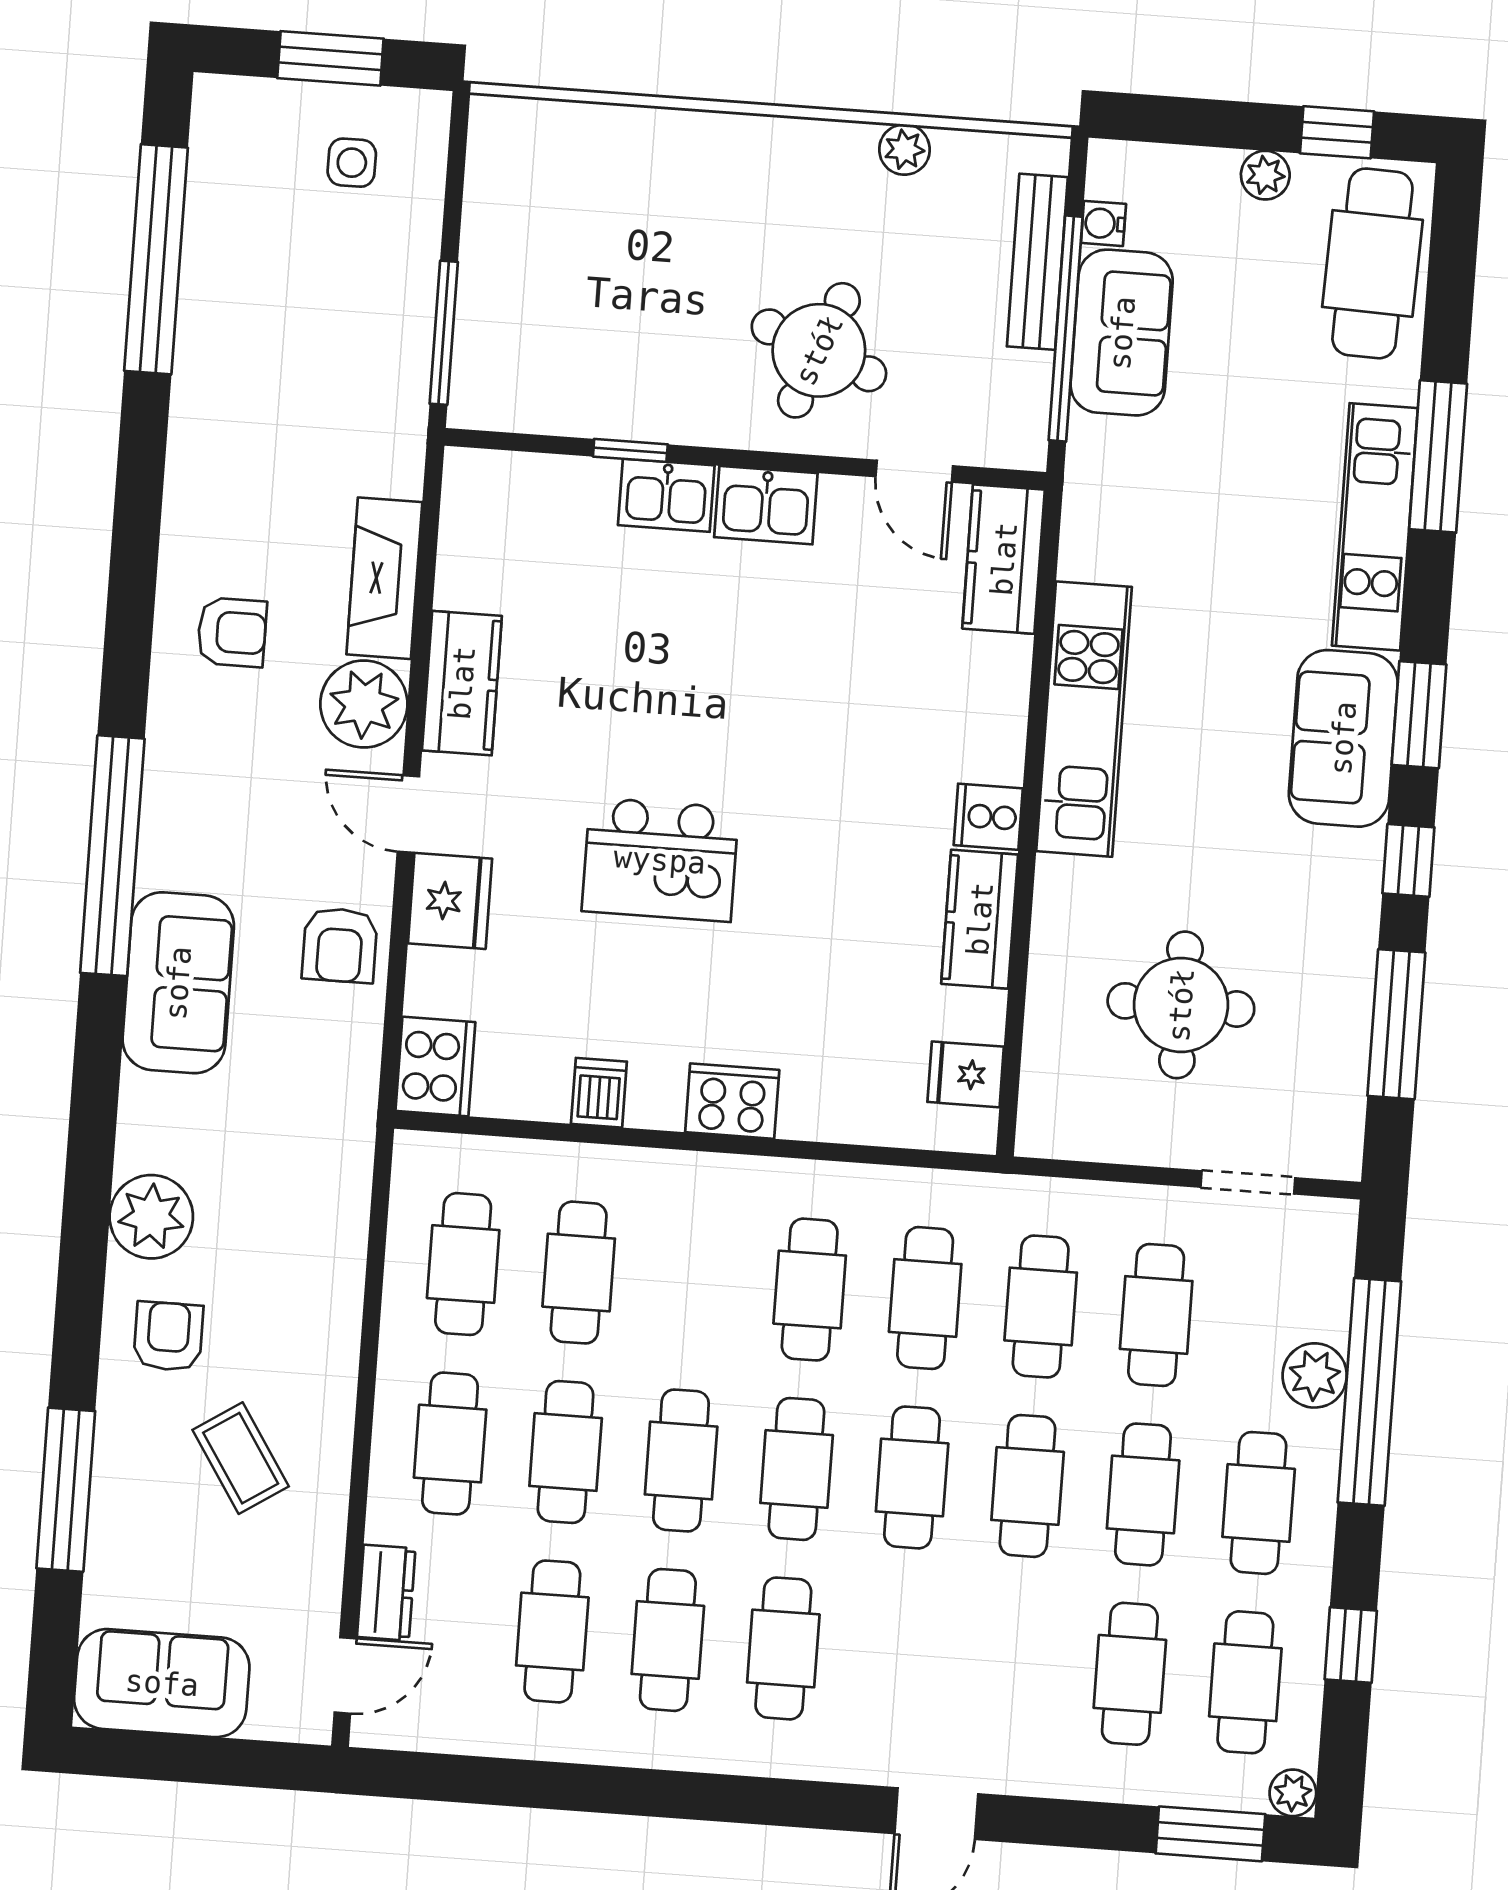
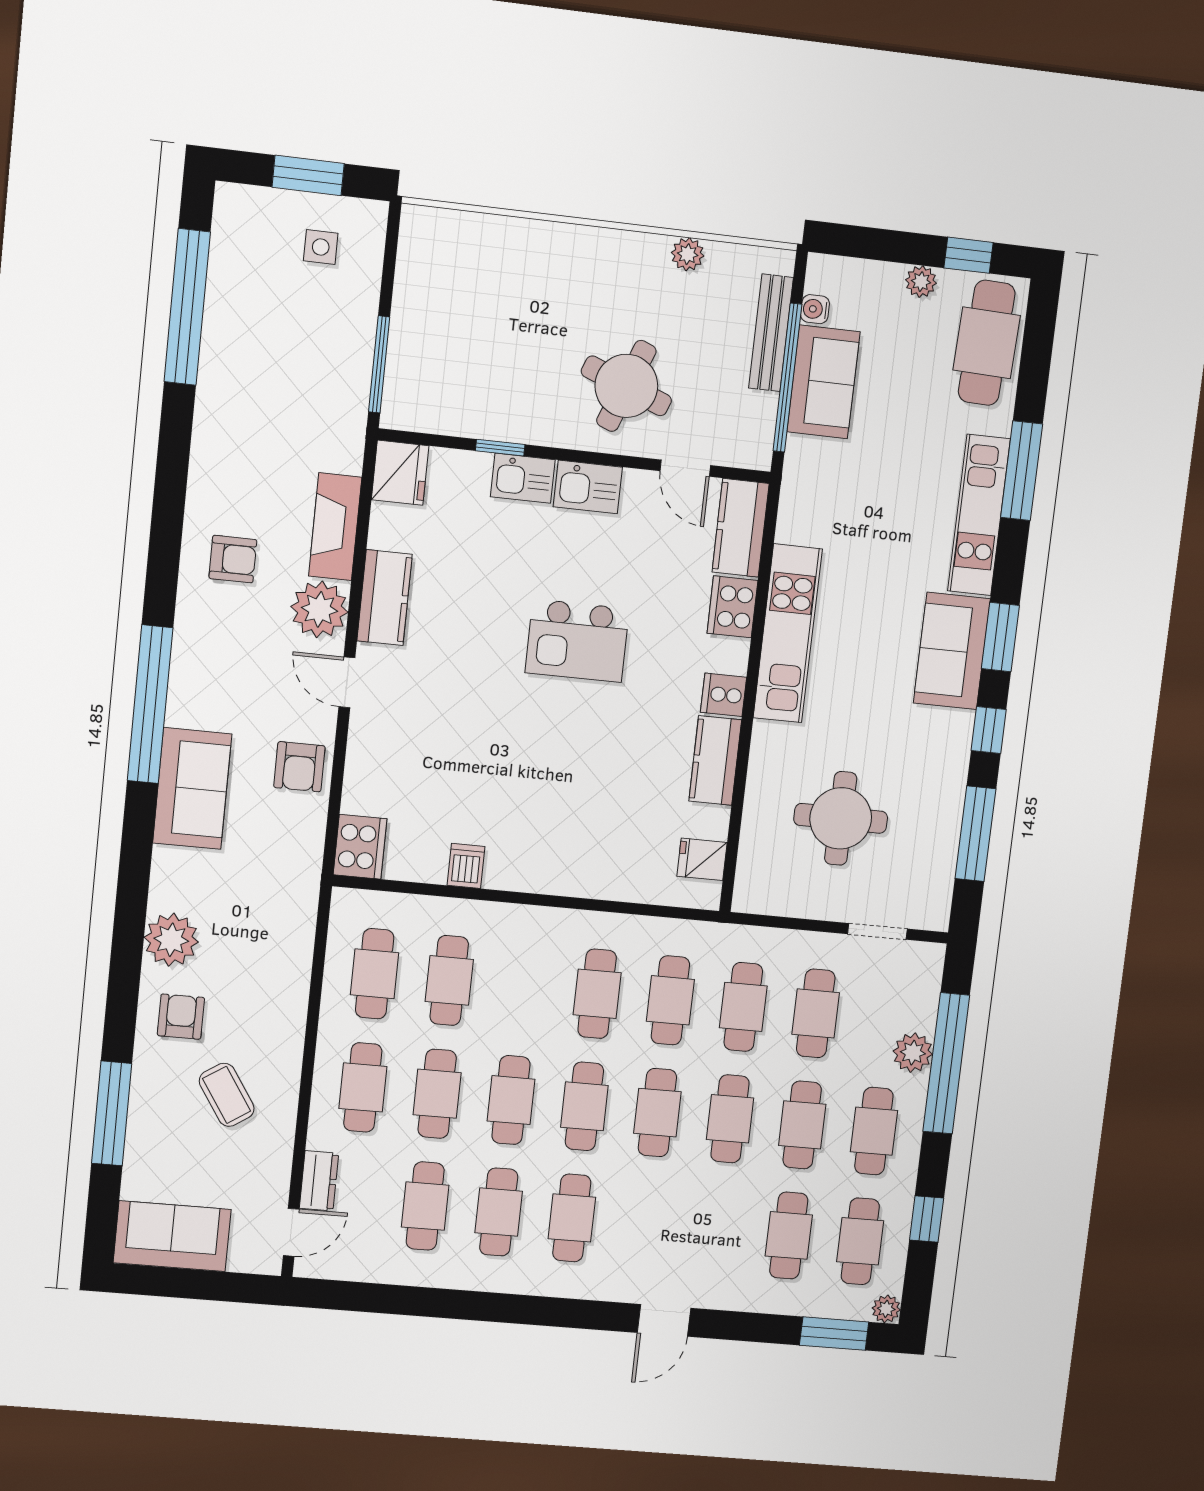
kitchen island: (660, 860) -> (577, 641), moved
fridge: (450, 901) -> (400, 473), moved
cooker: (732, 1101) -> (732, 607), moved, turned -90

